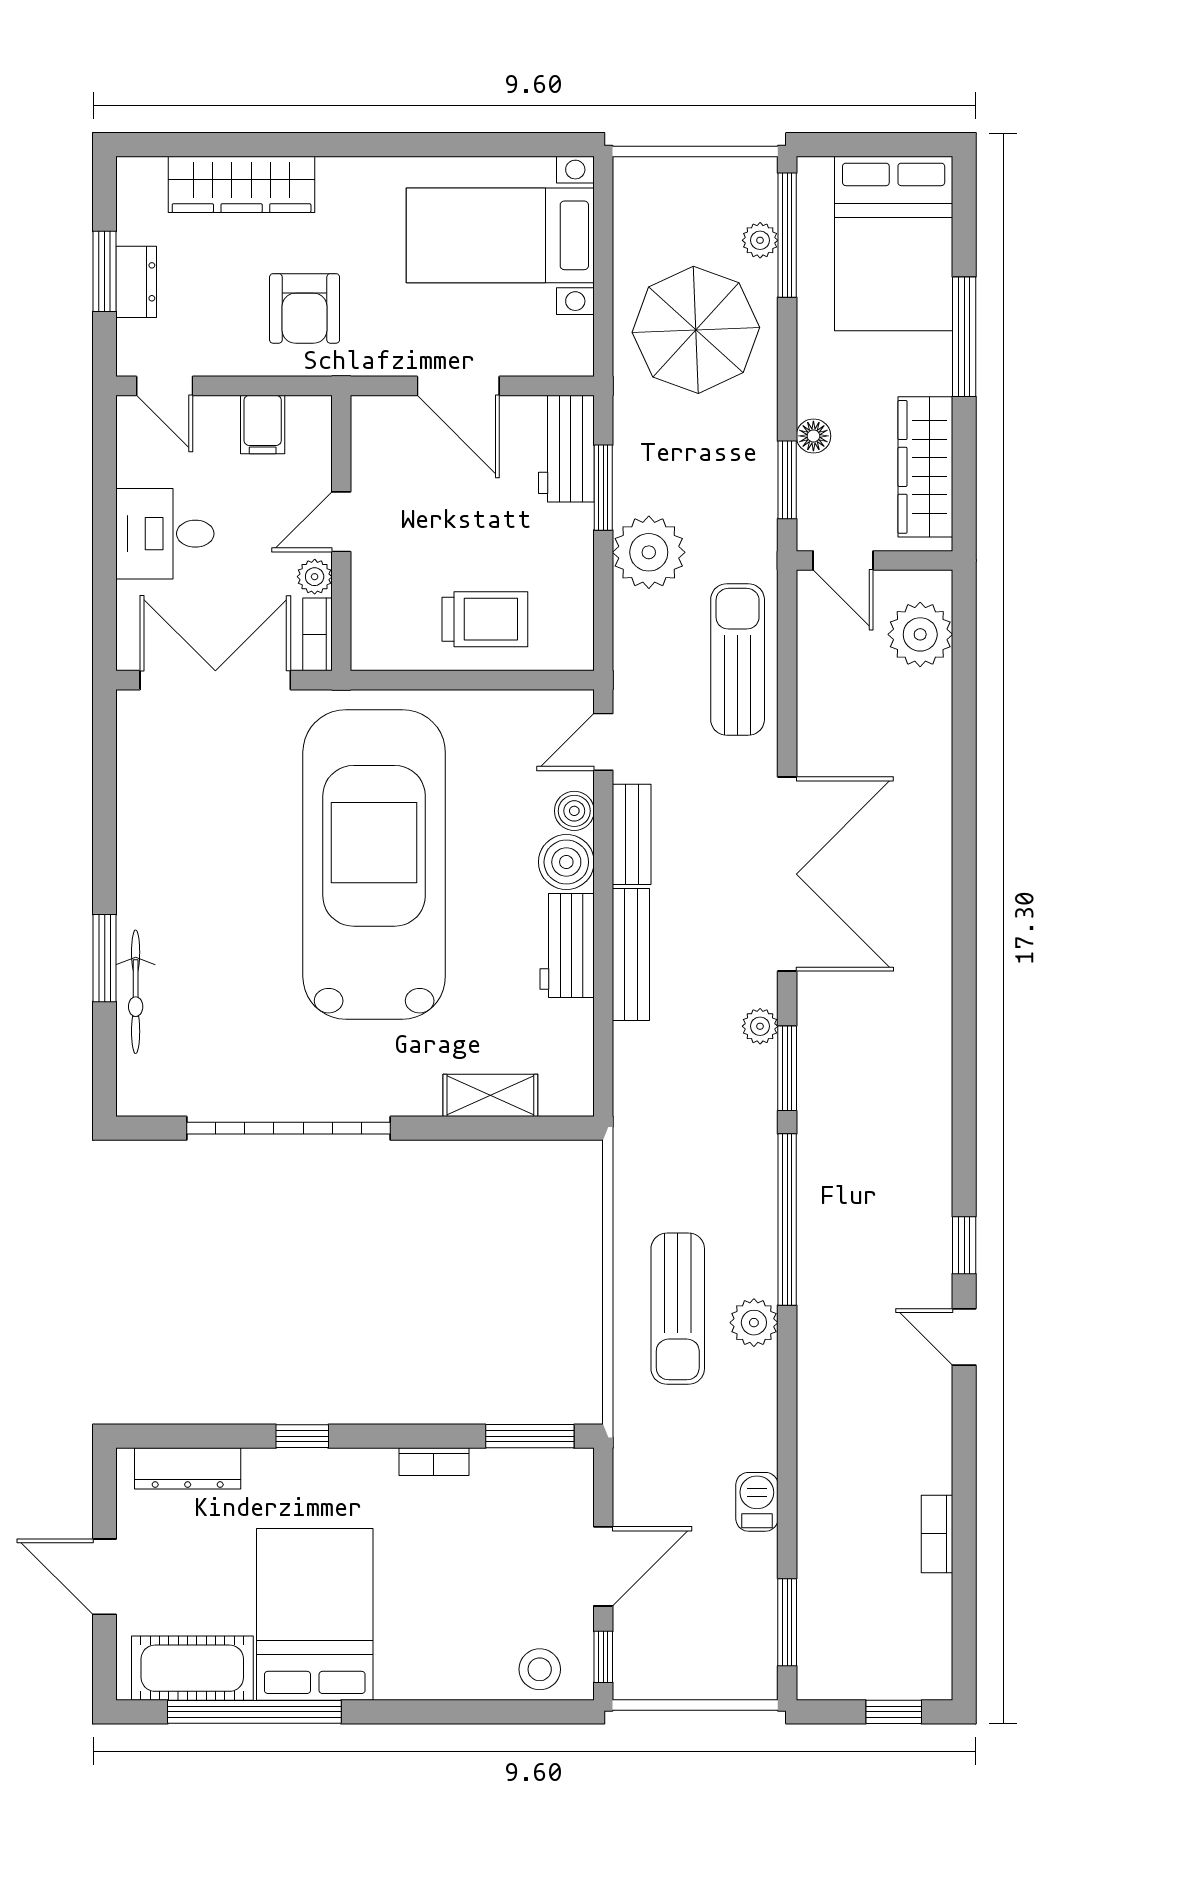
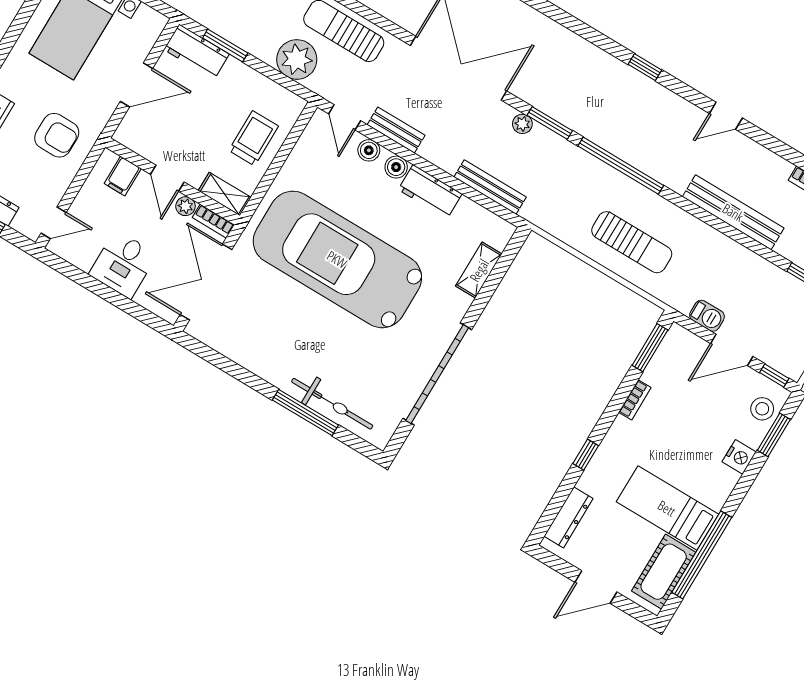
filing cabinet: (263, 424) -> (123, 176), moved, turned 90
plant: (649, 552) -> (297, 59), moved
shelving: (370, 626) -> (225, 194), added
boiler: (566, 862) -> (396, 167), width x0.73, depth x0.73
bench: (631, 955) -> (490, 187), moved
window: (105, 958) -> (305, 412), width x1.44
bicycle: (136, 992) -> (332, 404), width x1.37, depth x1.40
window: (964, 1245) -> (645, 67), moved
plant: (754, 1323) -> (660, 210), removed
bench: (820, 1439) -> (733, 212), added
barbecue: (757, 1502) -> (707, 316), moved, turned 180
door: (603, 1566) -> (732, 350), swing flipped
bed: (315, 1614) -> (667, 508), width x0.67
nightstand: (443, 1678) -> (739, 457), added
window: (510, 1712) -> (774, 435), added

